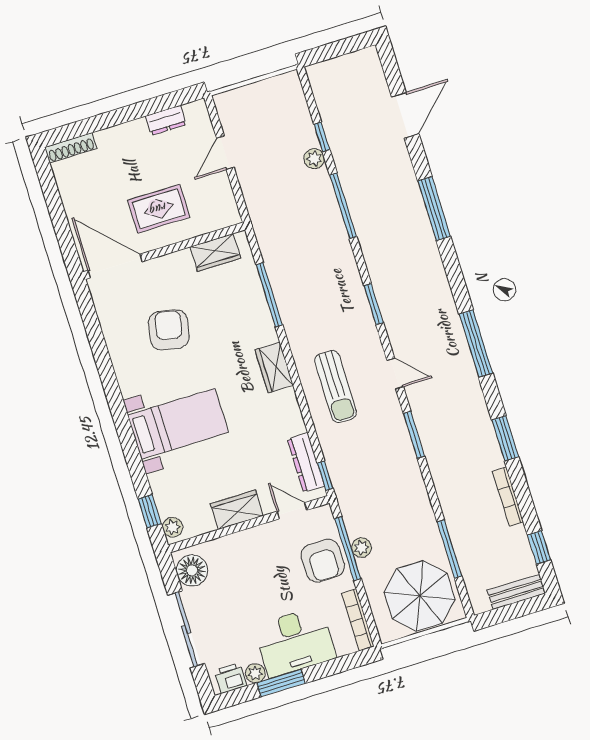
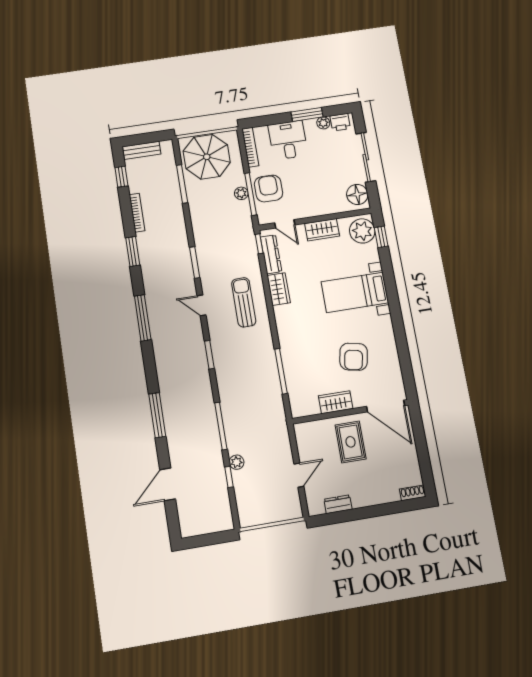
shoe rack: (71, 148) -> (413, 493), width x0.70
rug: (159, 209) -> (351, 442), turned 90
wardrobe: (215, 253) -> (336, 402), moved
wardrobe: (274, 367) -> (279, 289), moved
plant: (173, 527) -> (362, 231), width x1.88, depth x1.88
desk: (295, 642) -> (288, 140), width x0.73

